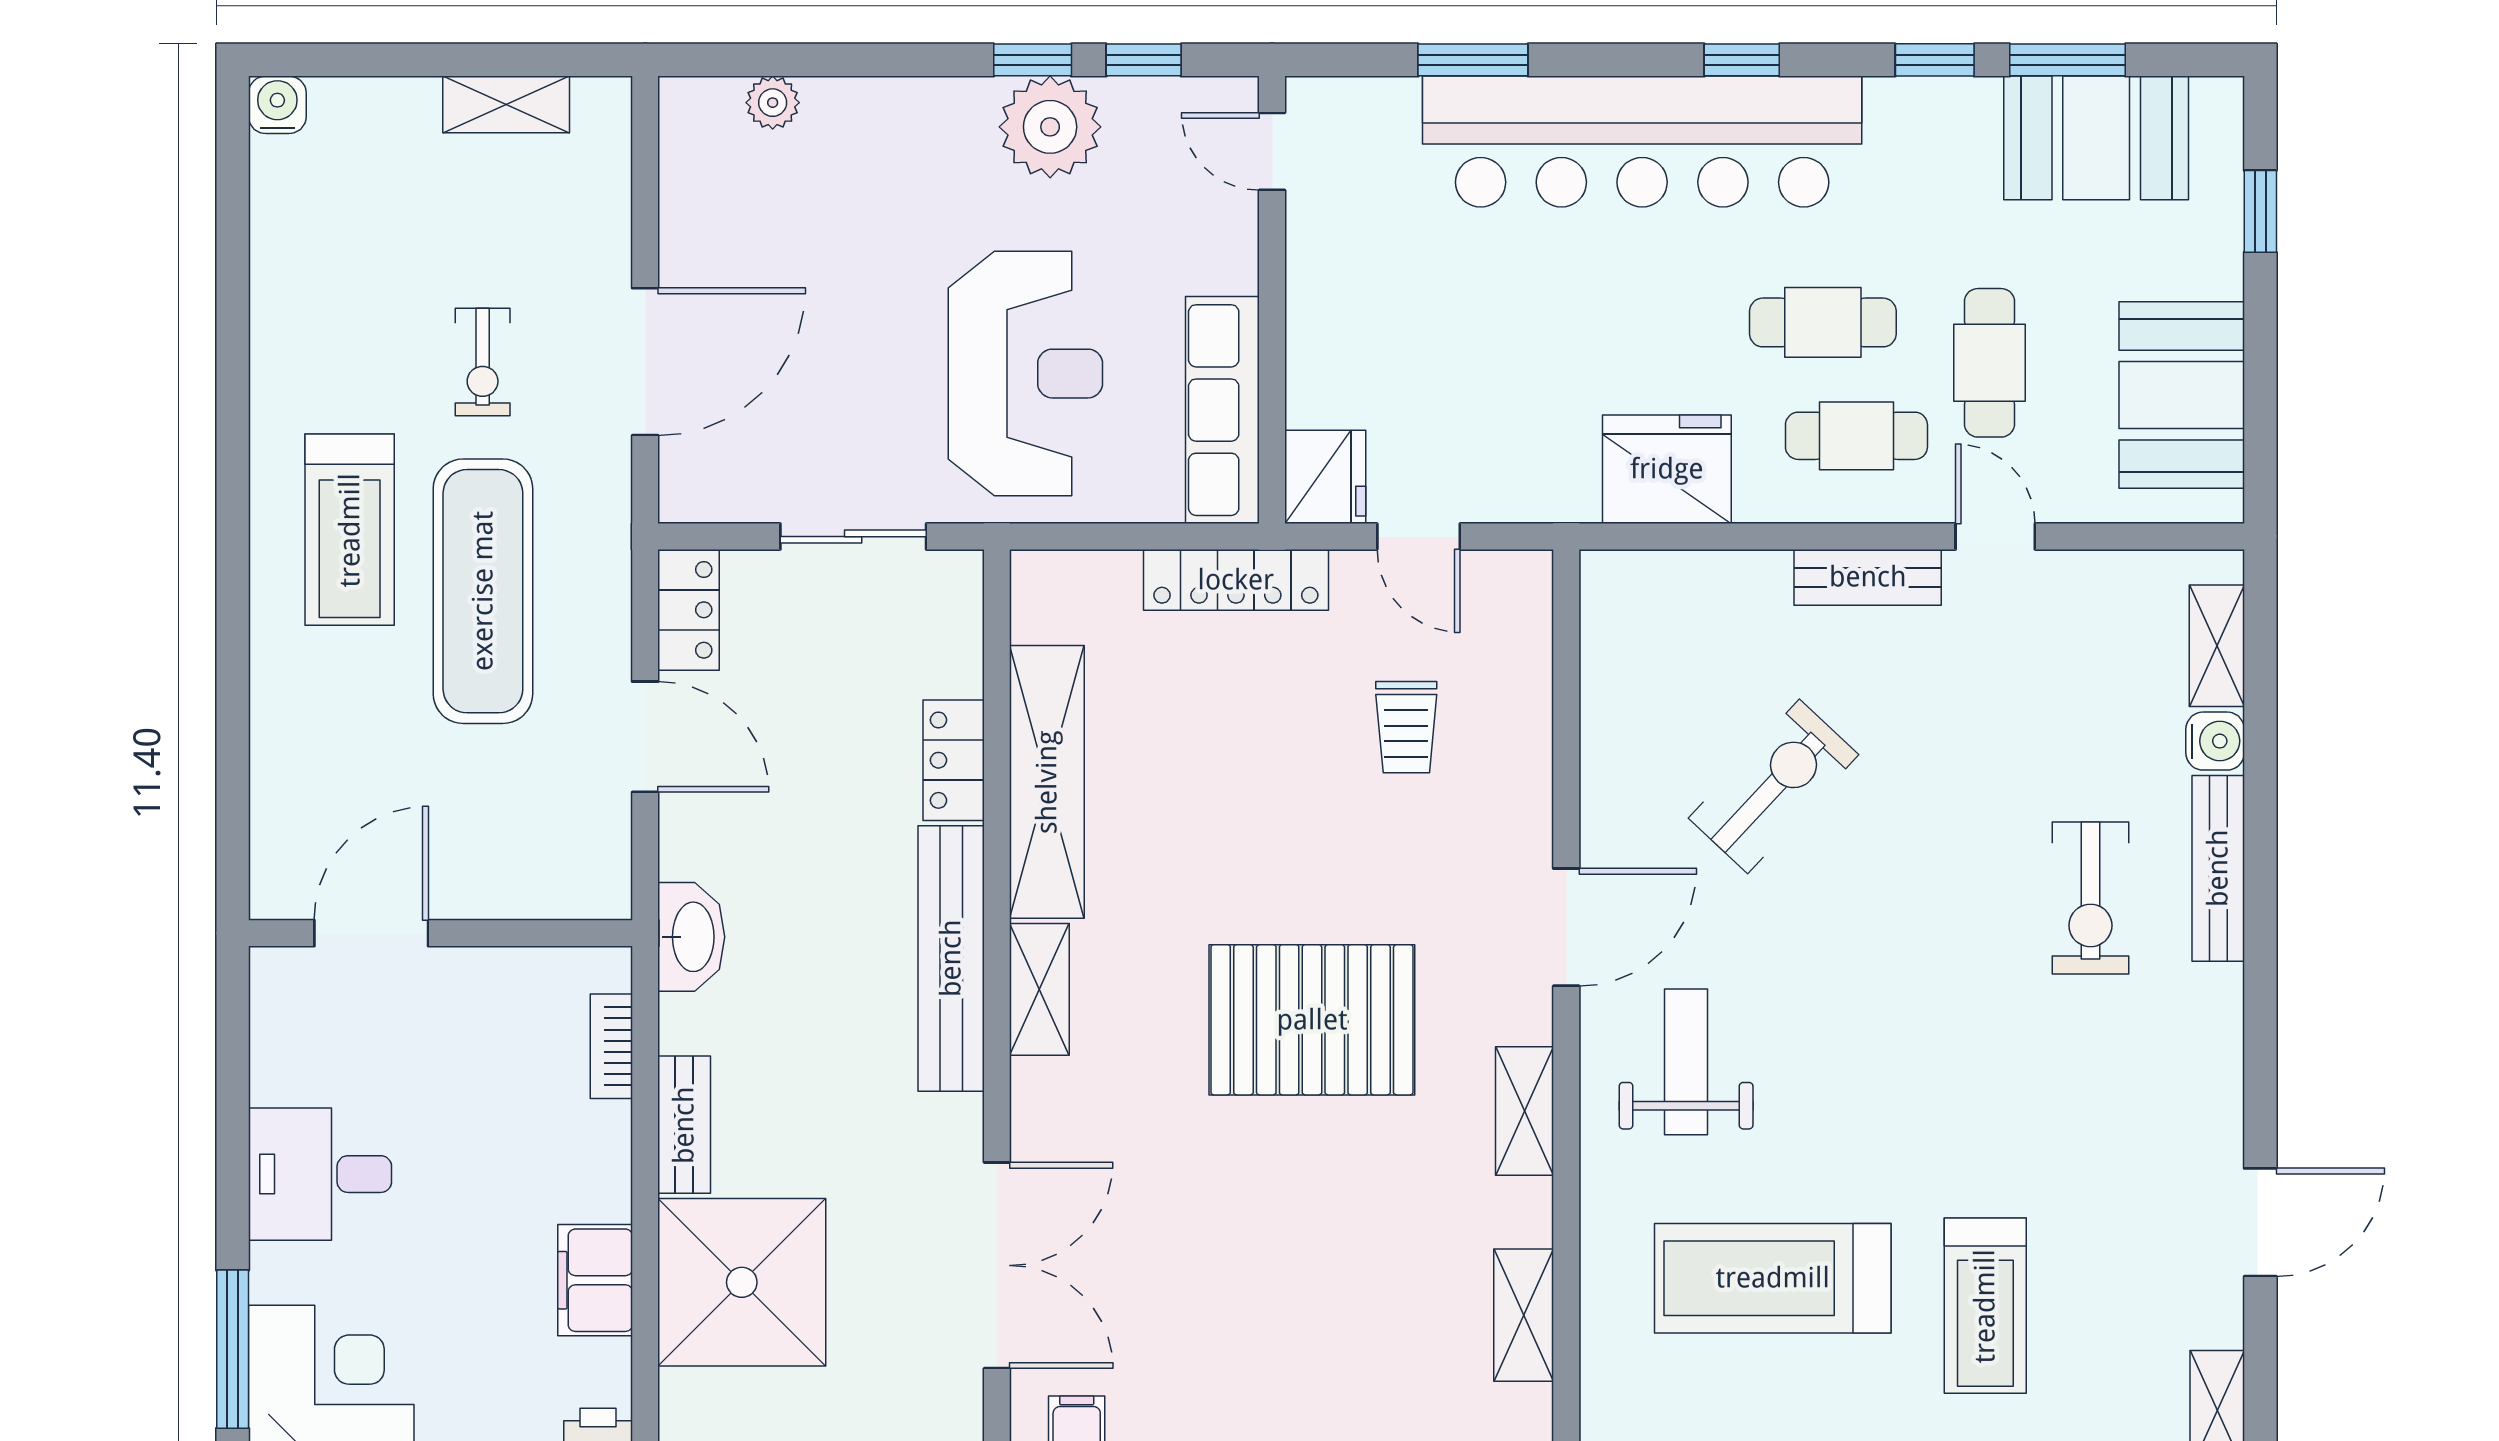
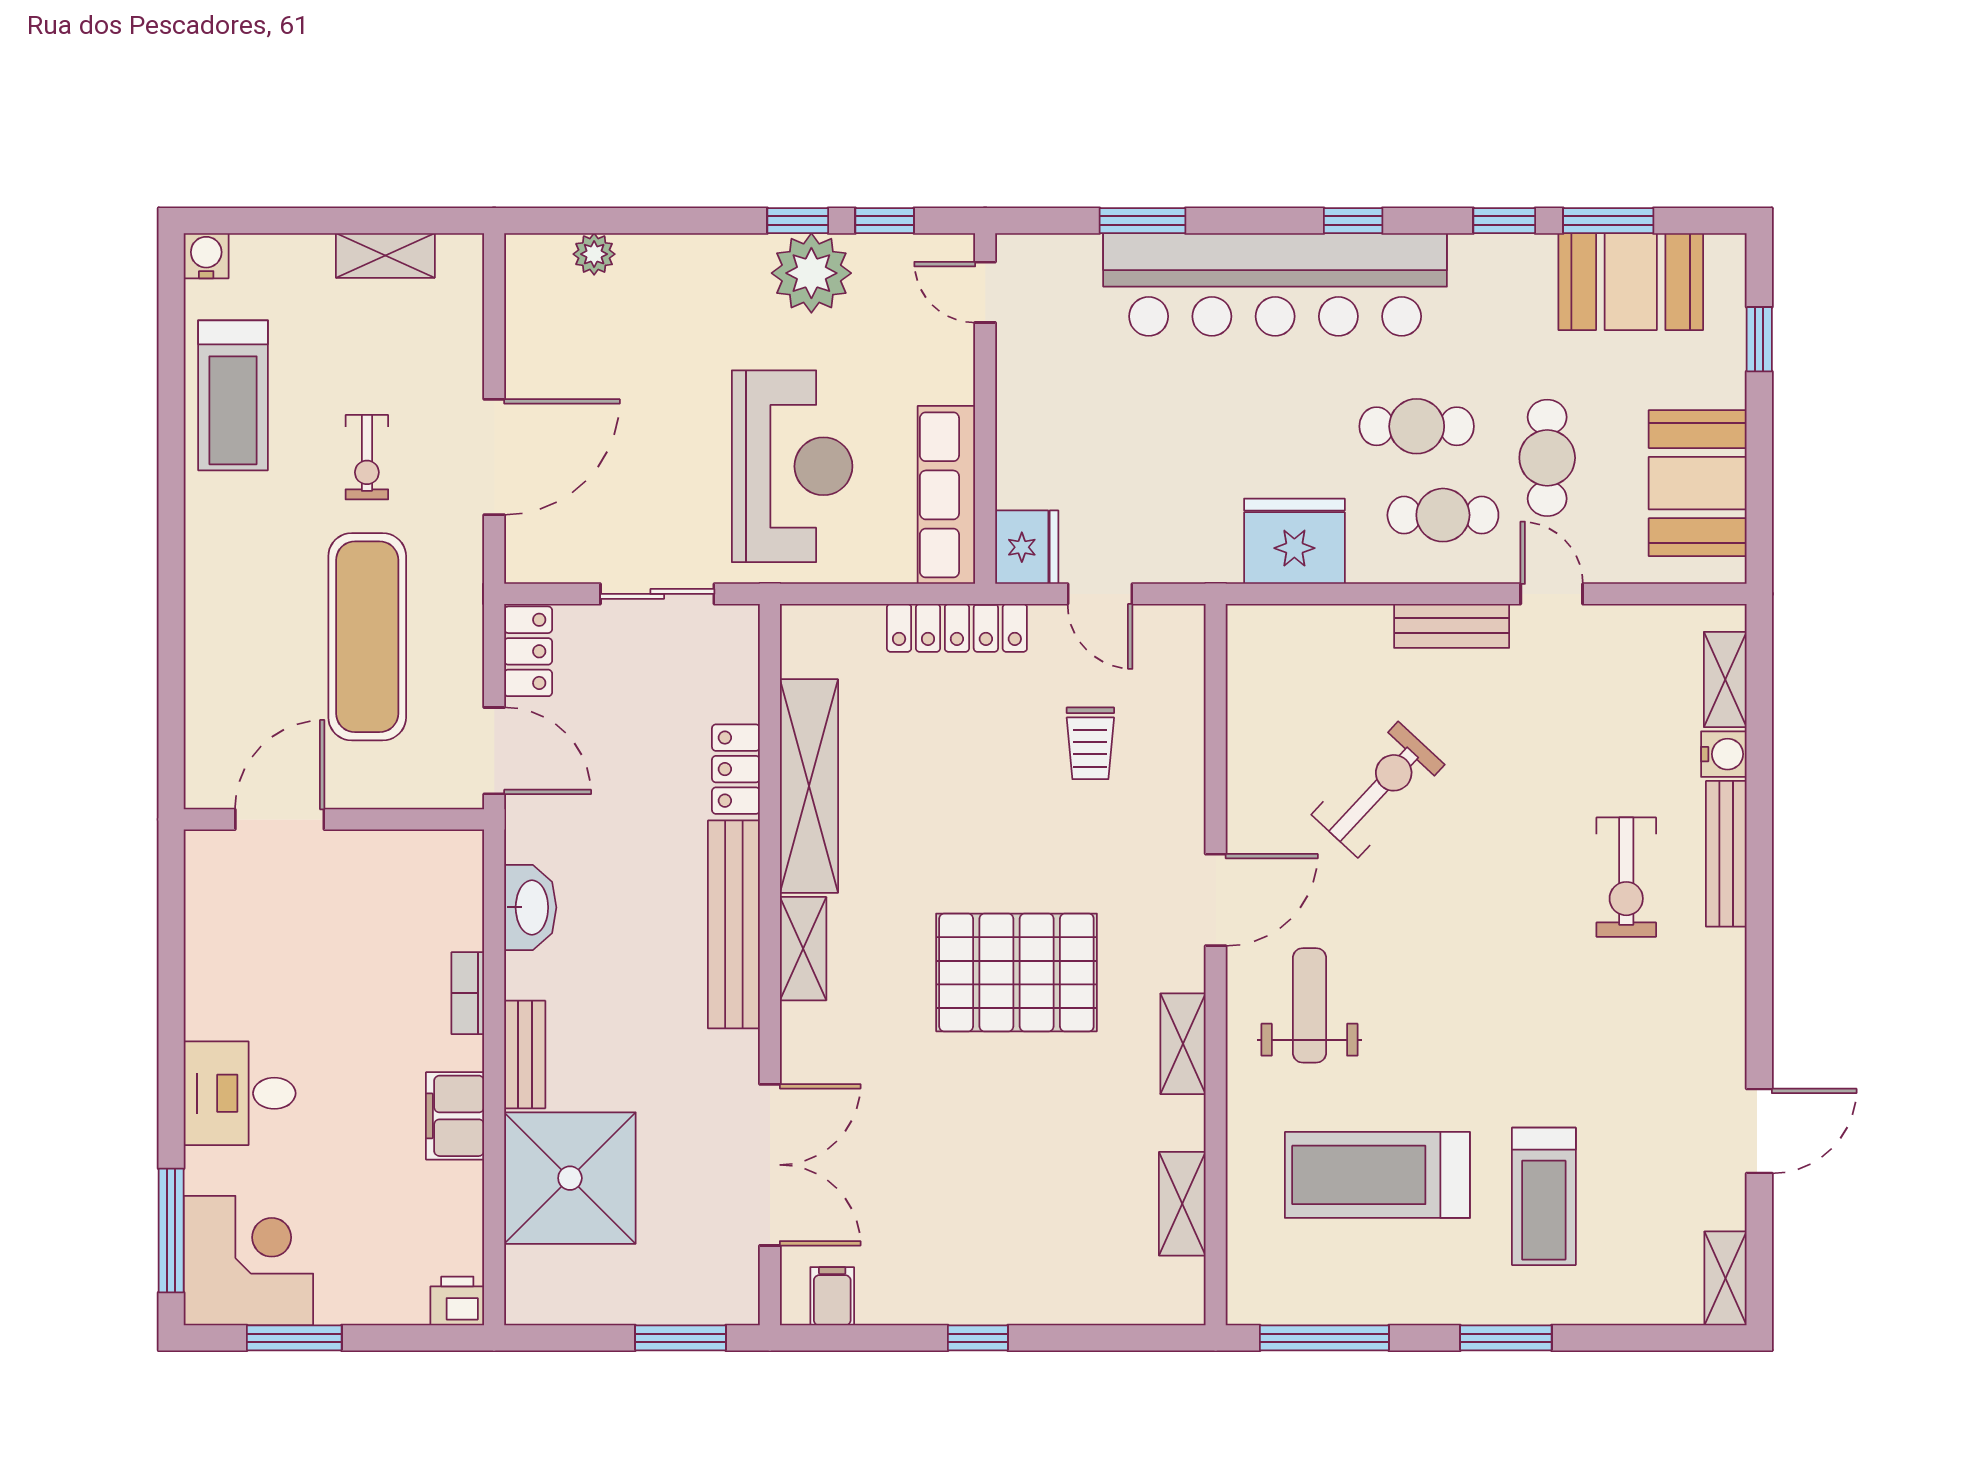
treadmill: (350, 530) -> (233, 395), moved
door: (371, 933) -> (280, 819), moved
wall: (440, 933) -> (334, 819), moved
filing cabinet: (595, 1280) -> (455, 1116), moved

